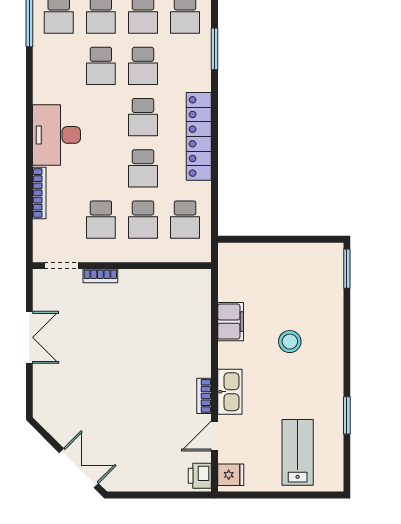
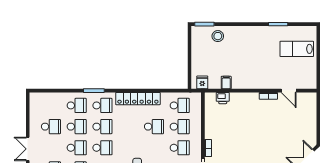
school desk: (143, 117) -> (102, 105), moved
filing cabinet: (231, 322) -> (226, 83), width x0.50
stool: (290, 342) -> (218, 36), moved
kitchen sink: (230, 392) -> (266, 83), removed
fridge: (231, 475) -> (202, 82), moved
printer: (200, 476) -> (223, 98), moved

